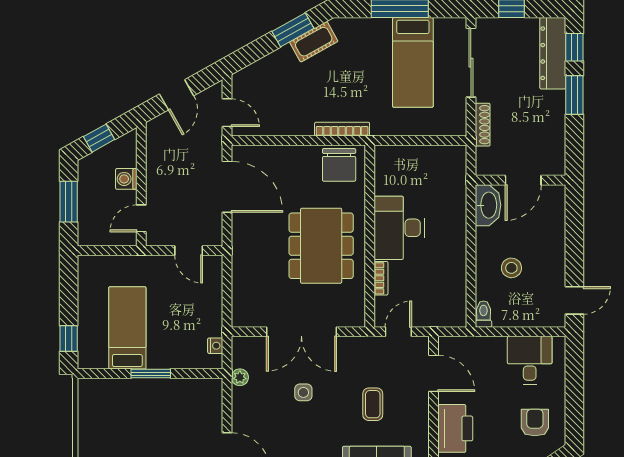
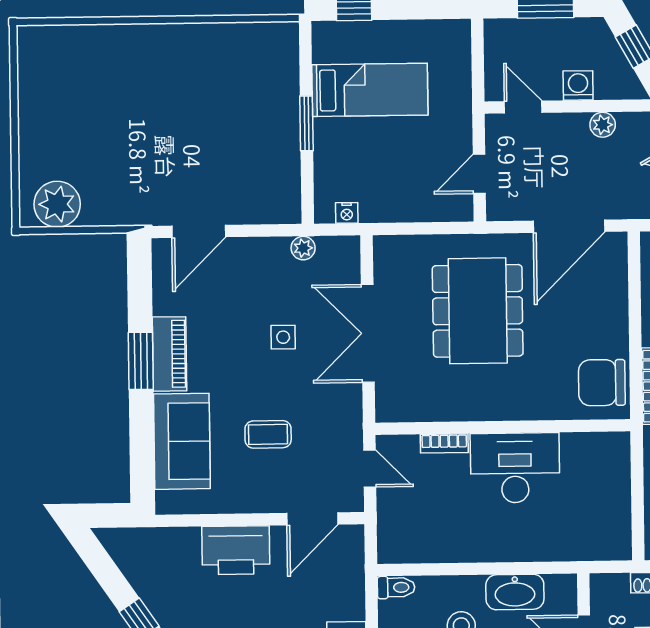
plant: (155, 162) -> (603, 125), added
washbasin: (488, 205) -> (515, 592), moved
dining table: (321, 246) -> (478, 311), moved, turned 90

